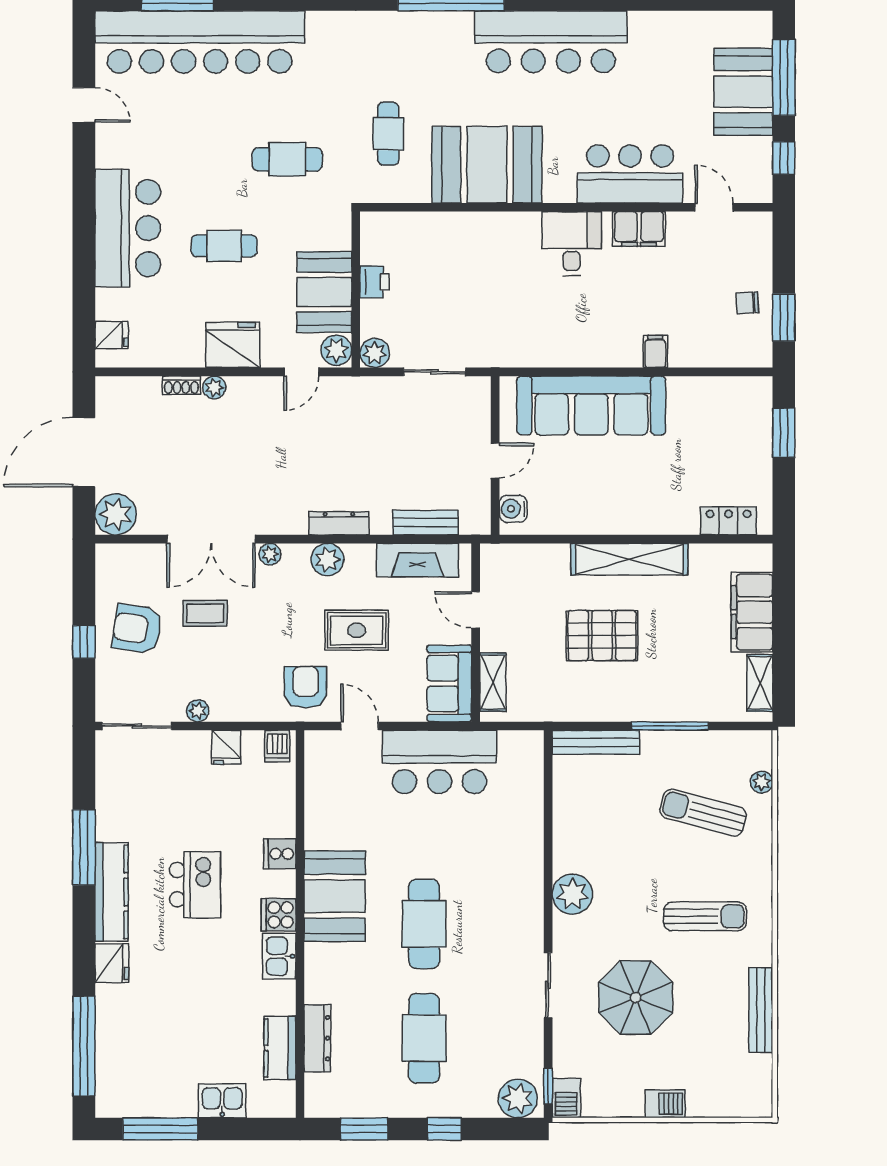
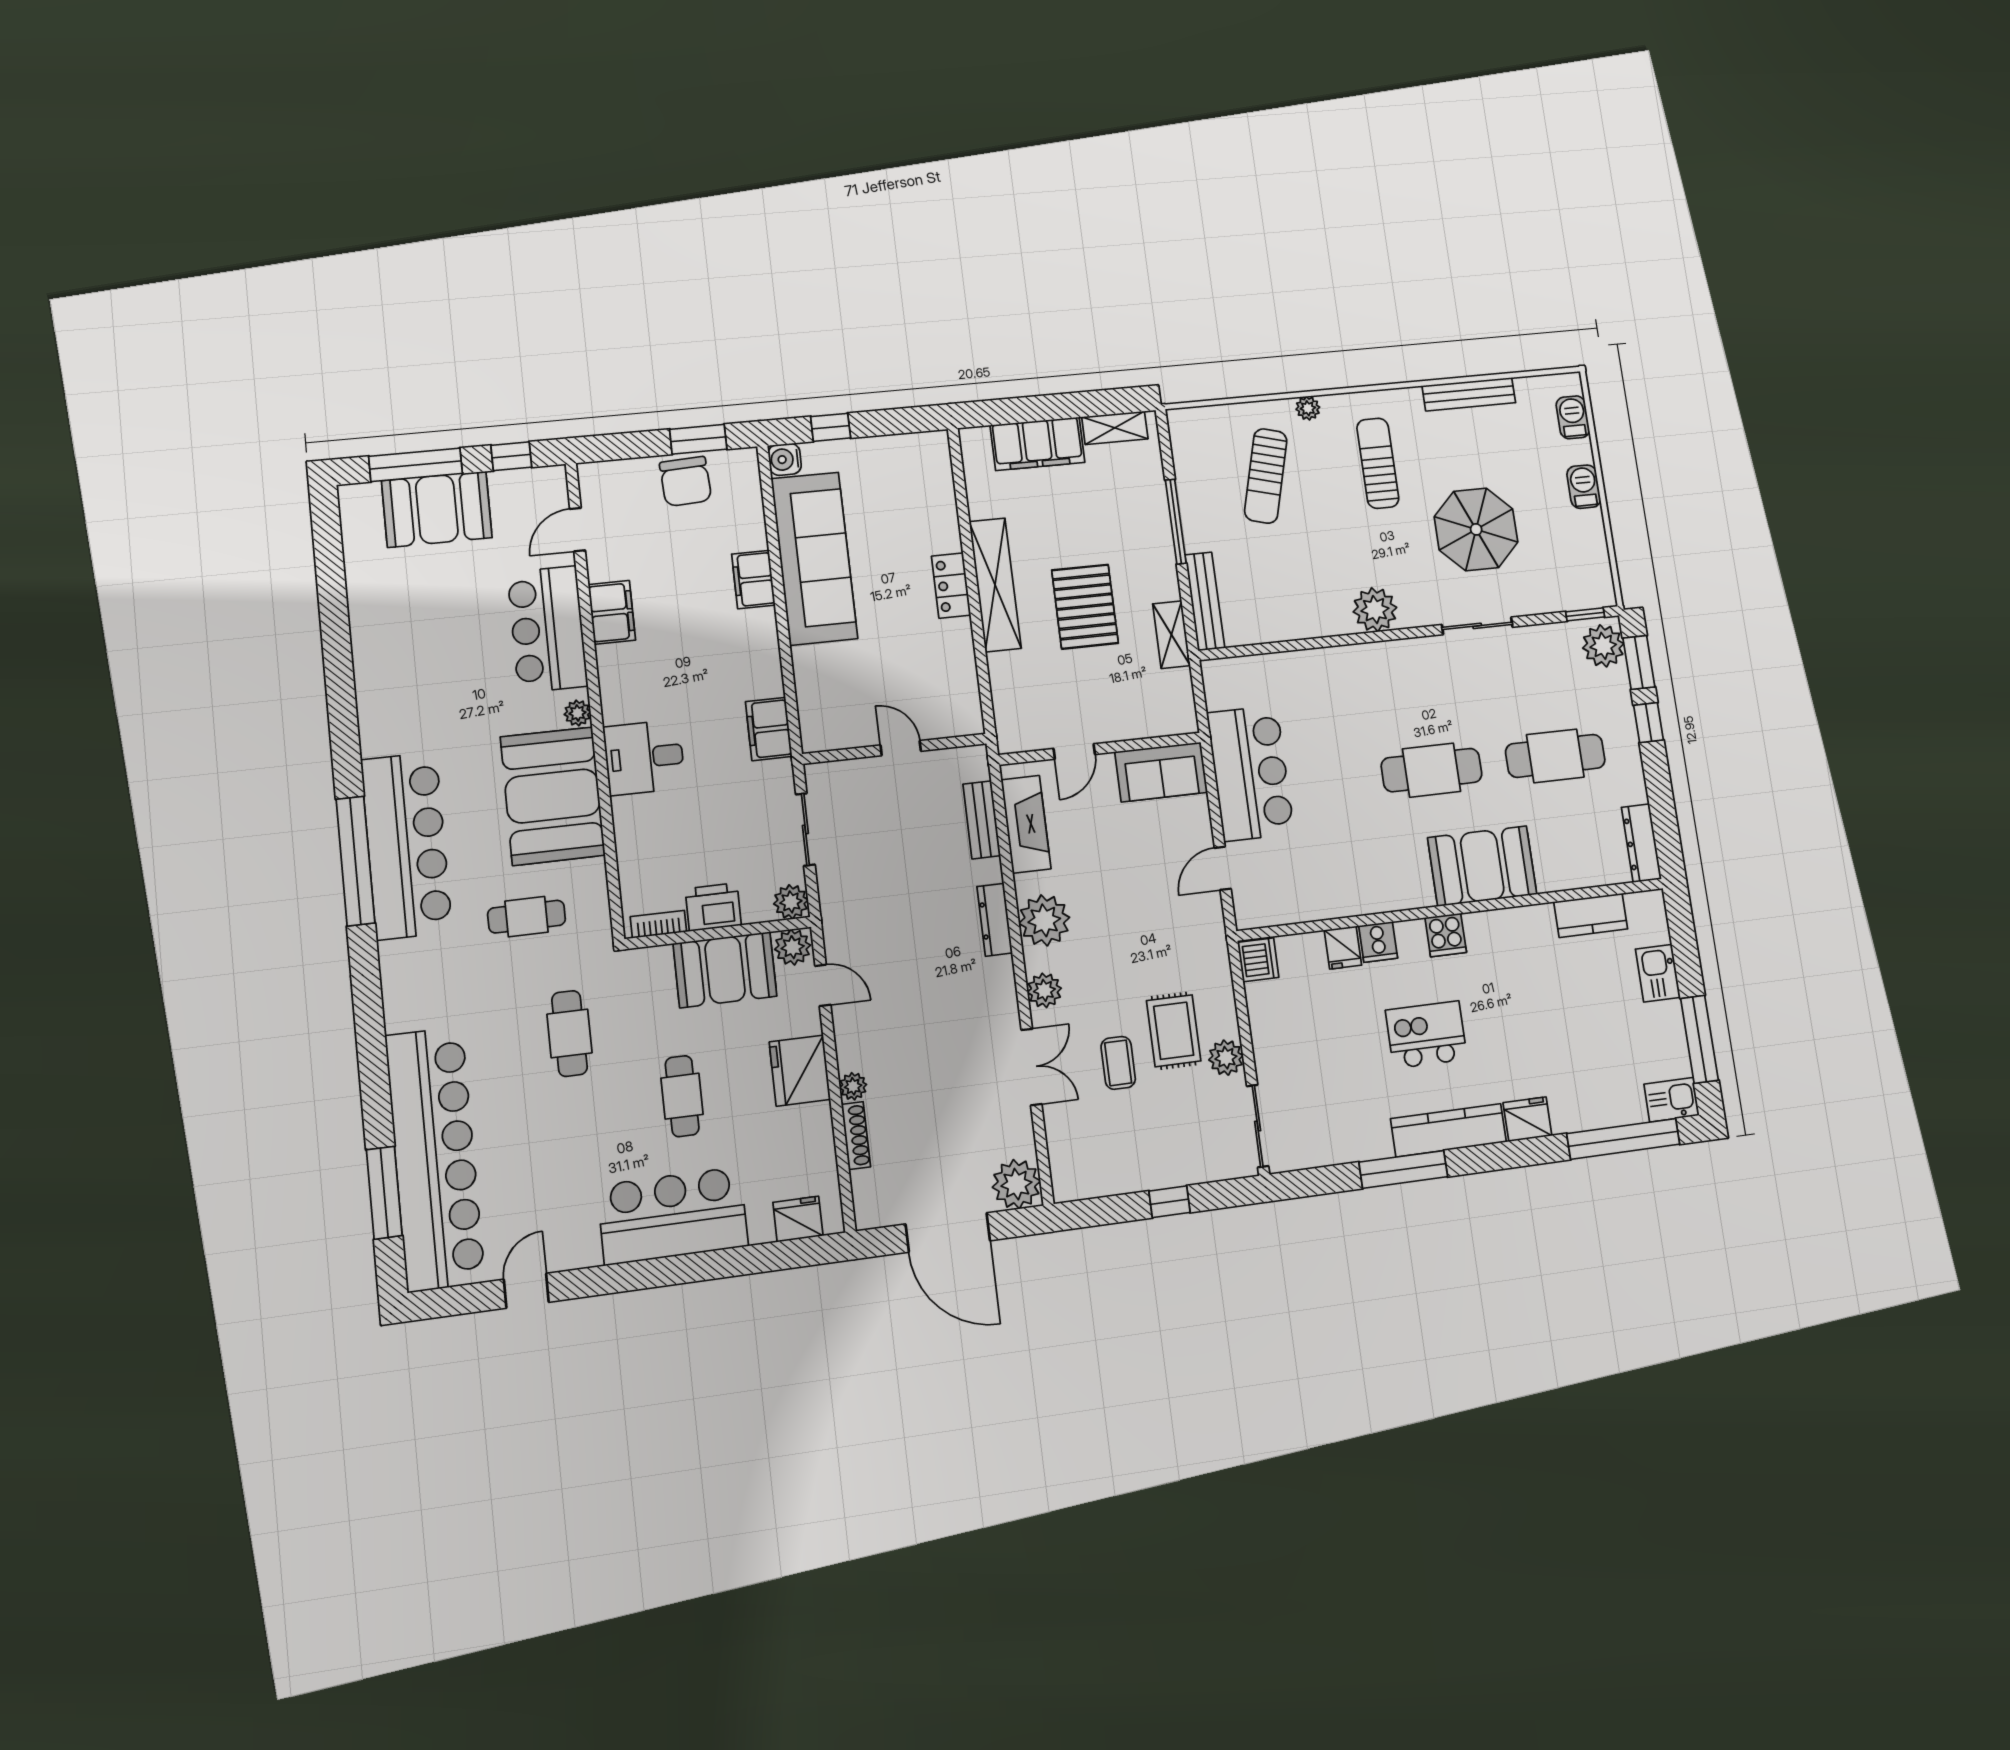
bar counter: (551, 42) -> (406, 846), moved
plant: (555, 192) -> (578, 713), added
bookcase: (369, 241) -> (658, 924), added
desk: (572, 244) -> (644, 757), moved
printer: (374, 282) -> (713, 907), width x1.36, depth x1.24
chair: (747, 303) -> (686, 481), width x1.87, depth x1.87
fridge: (111, 335) -> (798, 1219), width x1.38
filing cabinet: (524, 350) -> (769, 729), added
filing cabinet: (655, 351) -> (753, 580), width x2.00
shoe rack: (181, 385) -> (856, 1136), width x1.43
sofa: (591, 405) -> (814, 558), moved
window: (784, 433) -> (831, 427), width x0.67
water cooler: (513, 509) -> (785, 459), moved, turned 90
locker: (729, 521) -> (951, 586), moved
double door: (211, 539) -> (1031, 1067), width x0.73
plant: (270, 554) -> (1044, 990), width x1.38, depth x1.38
plant: (327, 560) -> (1044, 920), width x1.36, depth x1.36
armchair: (137, 629) -> (1146, 1141), removed
rug: (357, 630) -> (1174, 1031), moved
shelving: (493, 682) -> (1171, 635), moved, turned 90
armchair: (306, 687) -> (1187, 936), removed
plant: (198, 711) -> (1226, 1058), width x1.38, depth x1.38
dishwasher: (277, 746) -> (1258, 960), width x1.38
fridge: (226, 747) -> (1343, 948), moved, turned 90
plant: (762, 782) -> (1308, 408), moved
booth: (335, 896) -> (1482, 866), moved
kitchen sink: (279, 956) -> (1672, 1100), moved, turned 180
dresser: (317, 1038) -> (1641, 843), moved, turned -90
barbecue: (566, 1098) -> (1573, 417), moved, turned -90
window: (364, 1129) -> (1639, 662), moved

